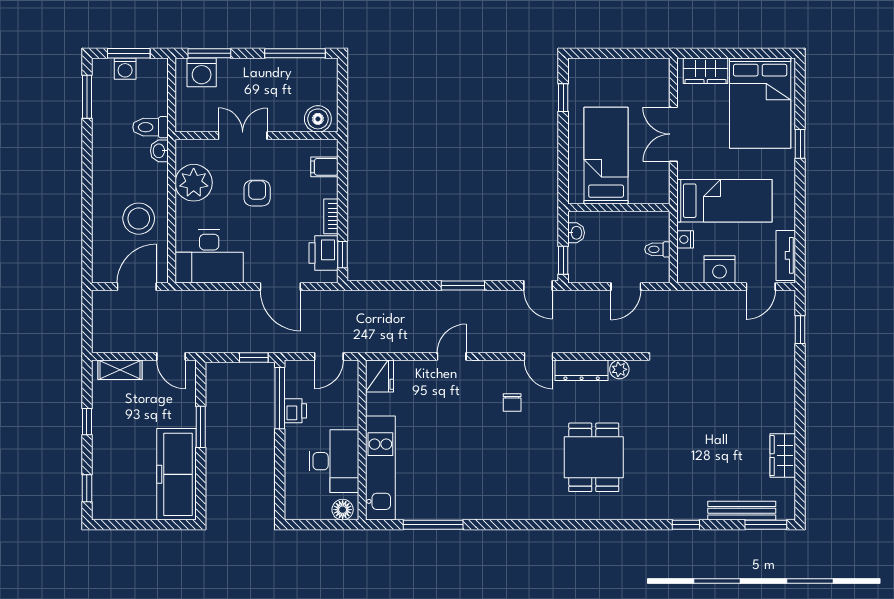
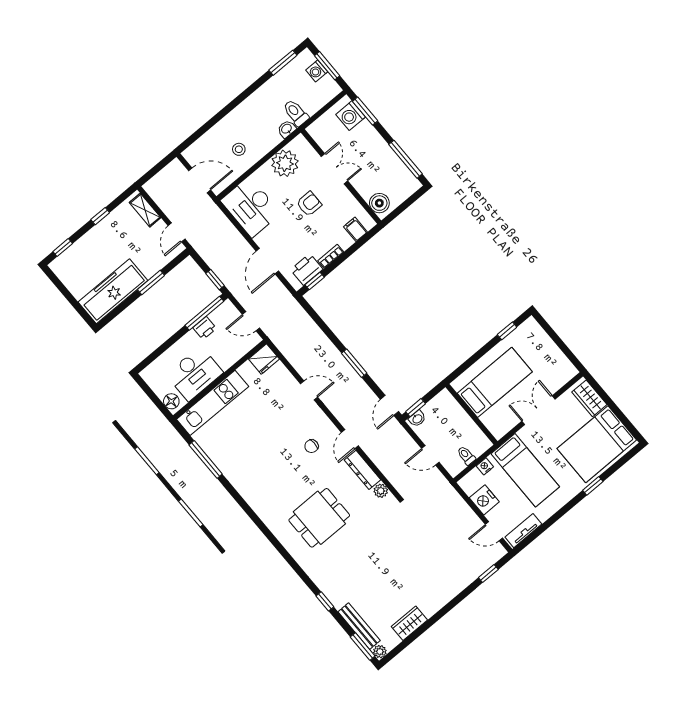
stool: (139, 219) -> (239, 149), width x0.53, depth x0.53
washbasin: (576, 233) -> (417, 419), moved
plant: (786, 511) -> (380, 652), added

